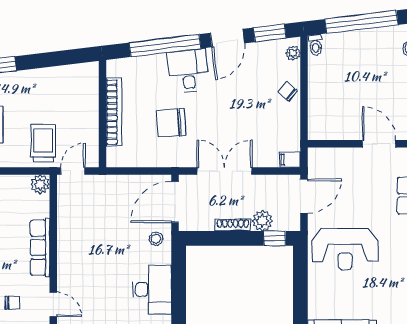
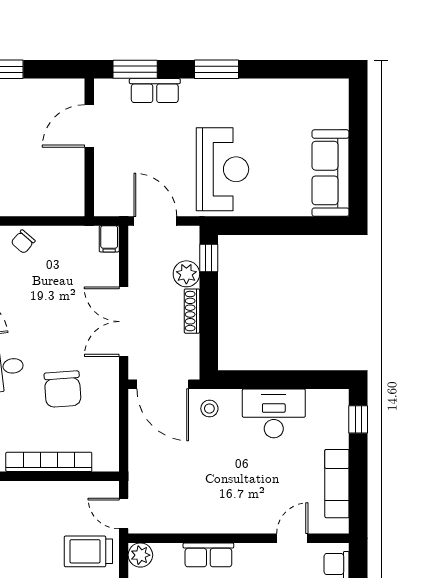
row of seats: (40, 248) -> (208, 555), width x0.68

